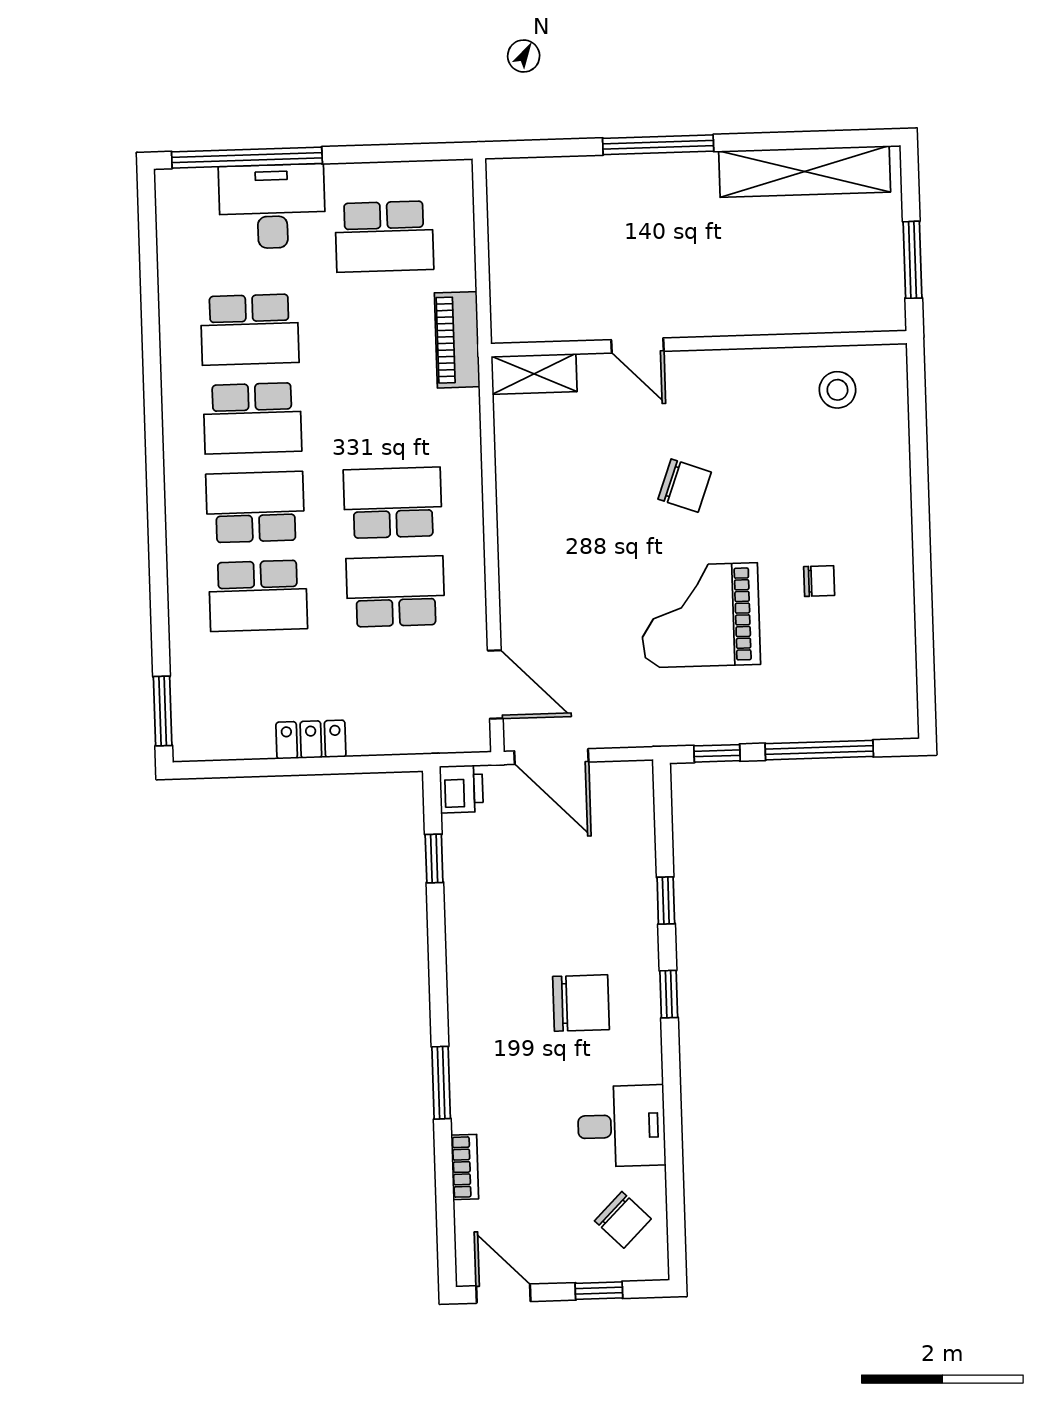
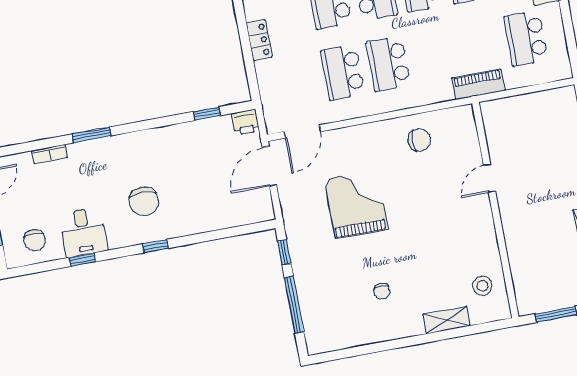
shelving: (534, 374) -> (446, 320), moved, turned 90
chair: (685, 486) -> (419, 140), moved, turned -110
school desk: (393, 503) -> (389, 64), turned 180
school desk: (395, 591) -> (343, 72), turned 180
grand piano: (700, 615) -> (356, 204), moved
window: (666, 900) -> (82, 260), moved
chair: (623, 1220) -> (35, 240), turned -45

